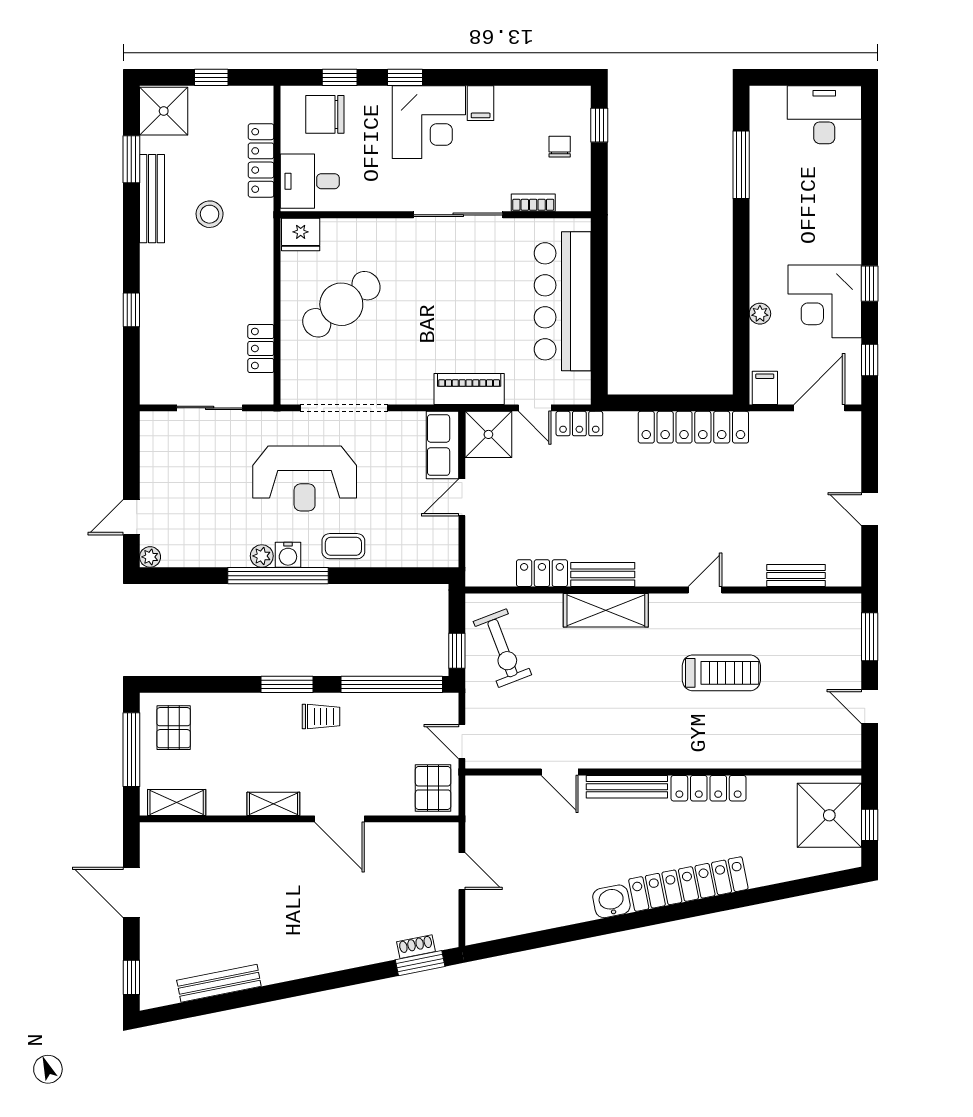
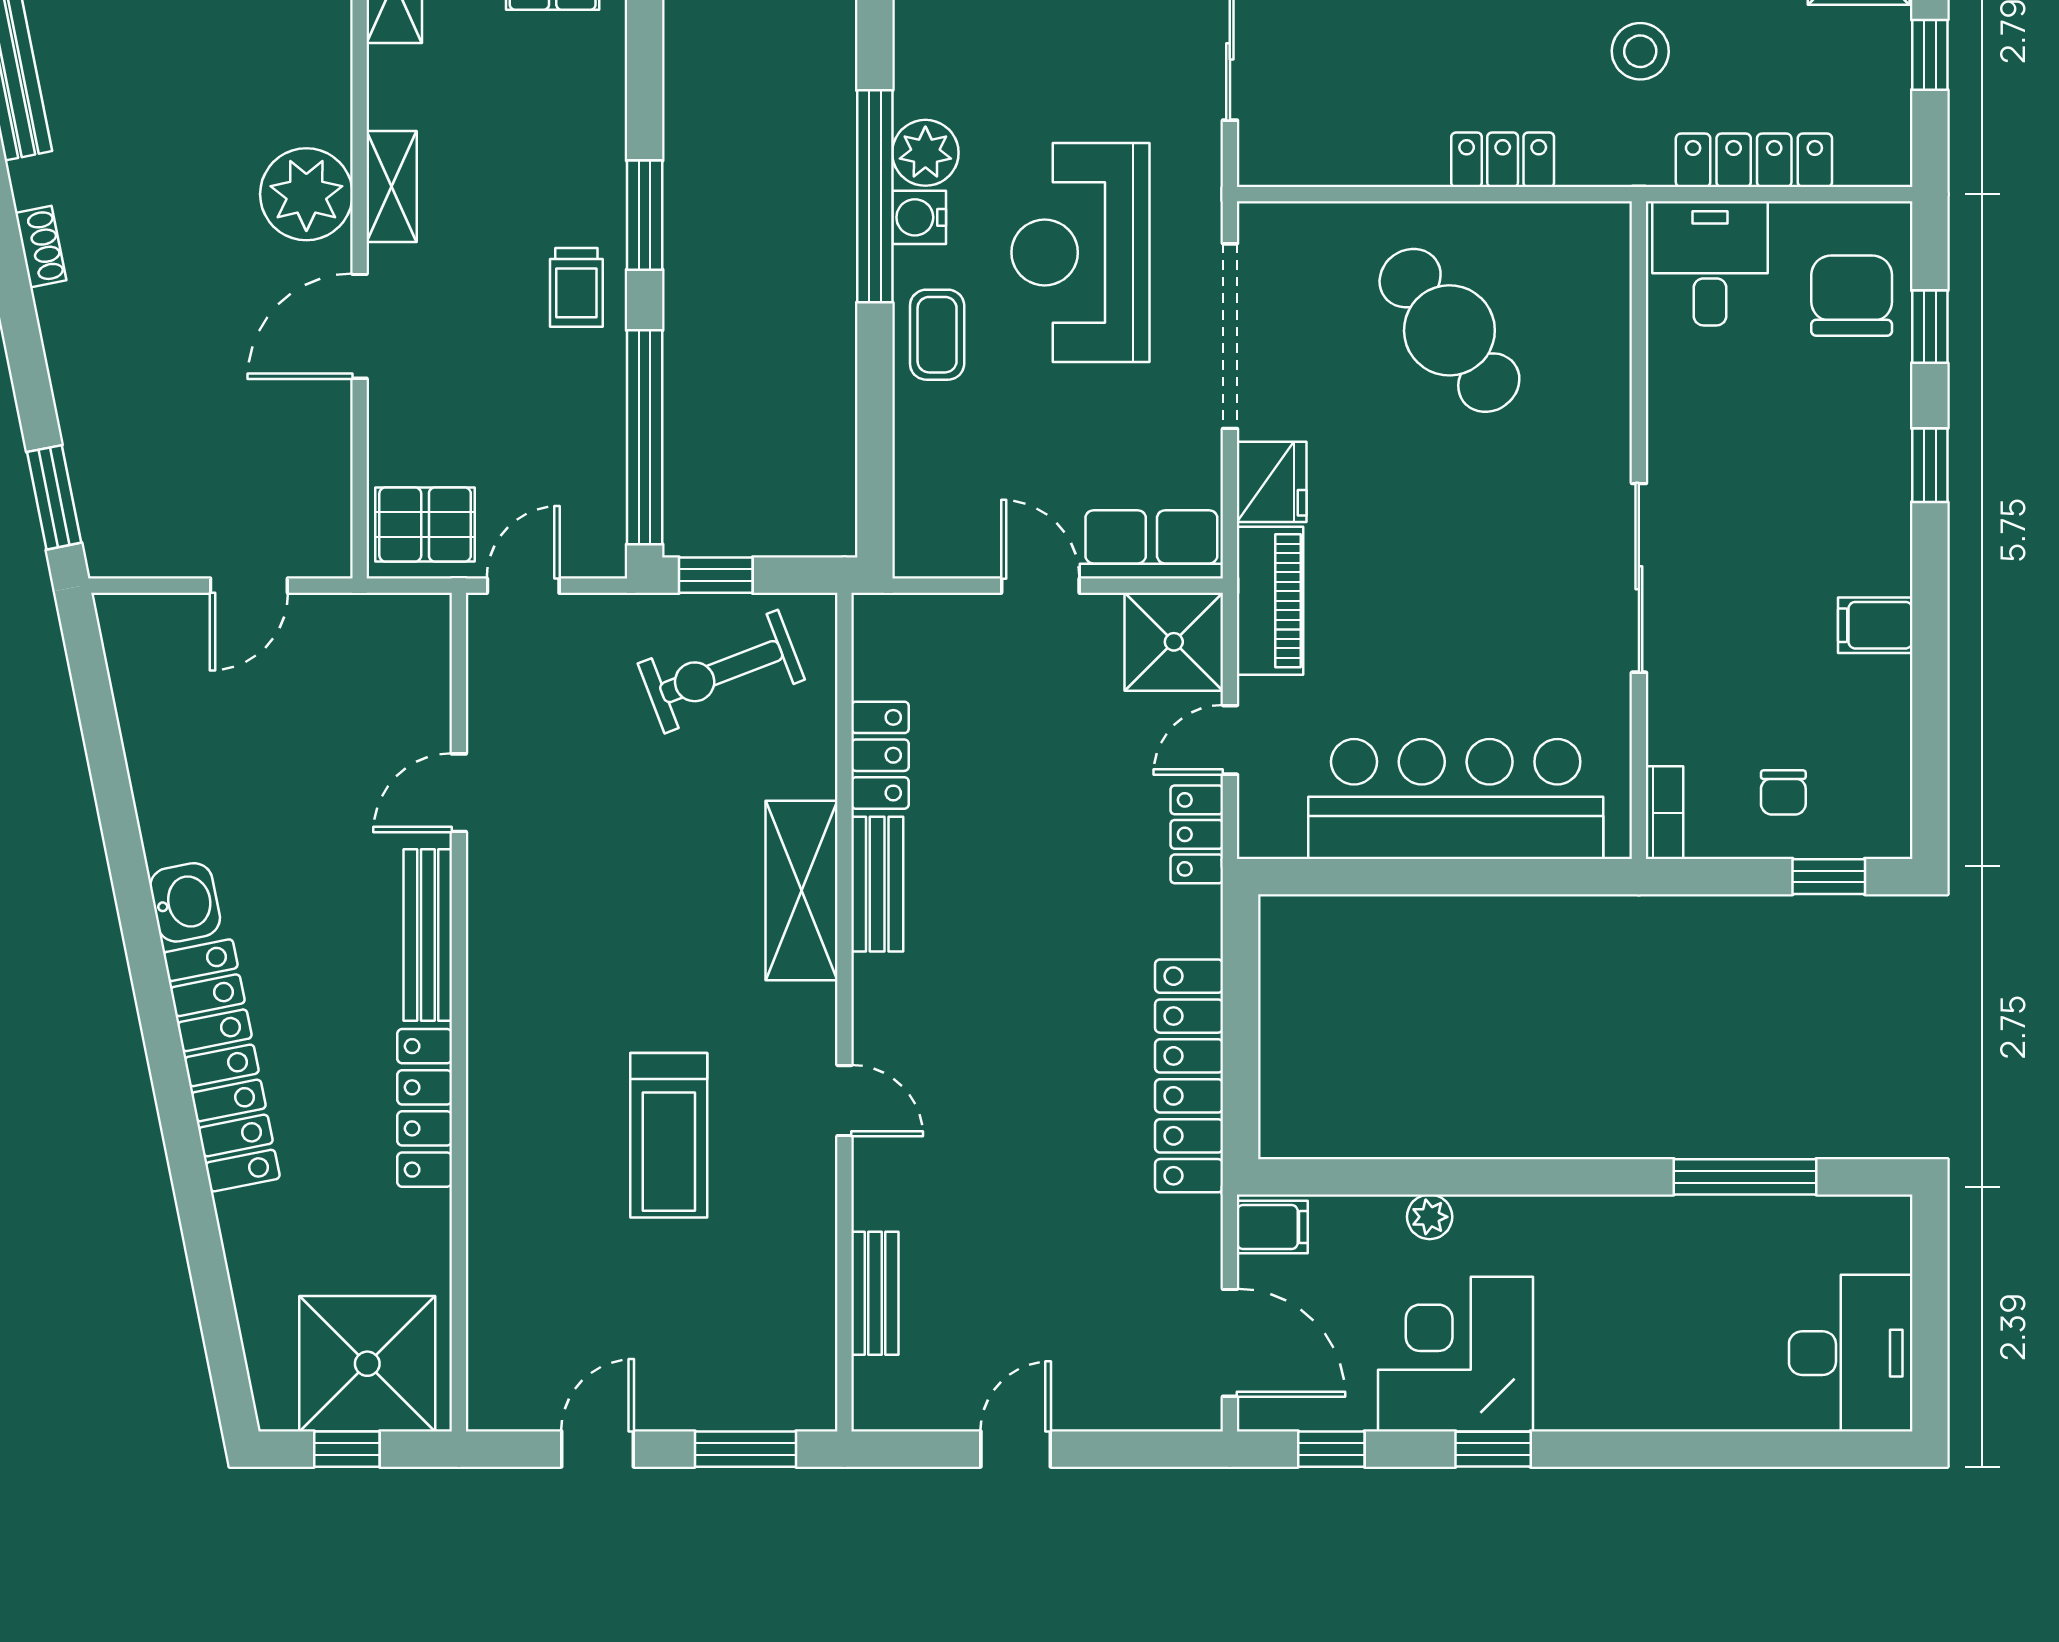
corner desk: (429, 122) -> (1835, 516), removed
chair: (560, 147) -> (1783, 792), turned 90
bookcase: (533, 203) -> (1665, 813), moved
fridge: (301, 234) -> (1272, 482), moved, turned 180
locker: (261, 348) -> (1503, 160), moved
plant: (262, 556) -> (925, 153), width x1.38, depth x1.38
plant: (277, 844) -> (306, 194), added
shoe rack: (416, 947) -> (41, 247), moved

